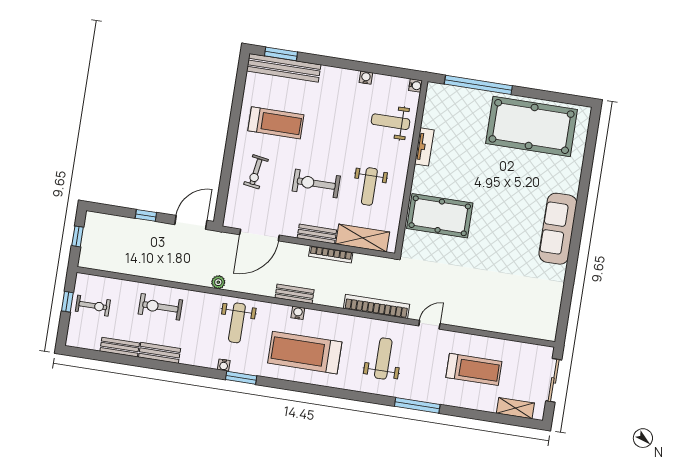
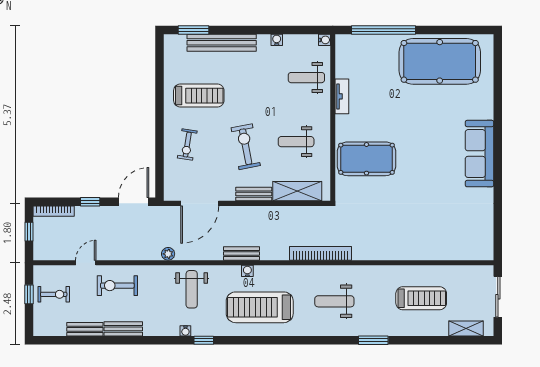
bench: (284, 68) -> (222, 43), moved
exercise bike: (316, 184) -> (246, 147), turned 79
weight bench: (369, 187) -> (296, 142), turned 90
bookcase: (331, 254) -> (54, 211), moved
door: (429, 325) -> (86, 263), moved
weight bench: (383, 359) -> (334, 301), turned -90
window: (241, 378) -> (204, 340), width x0.67
window: (417, 405) -> (373, 340), width x0.69

